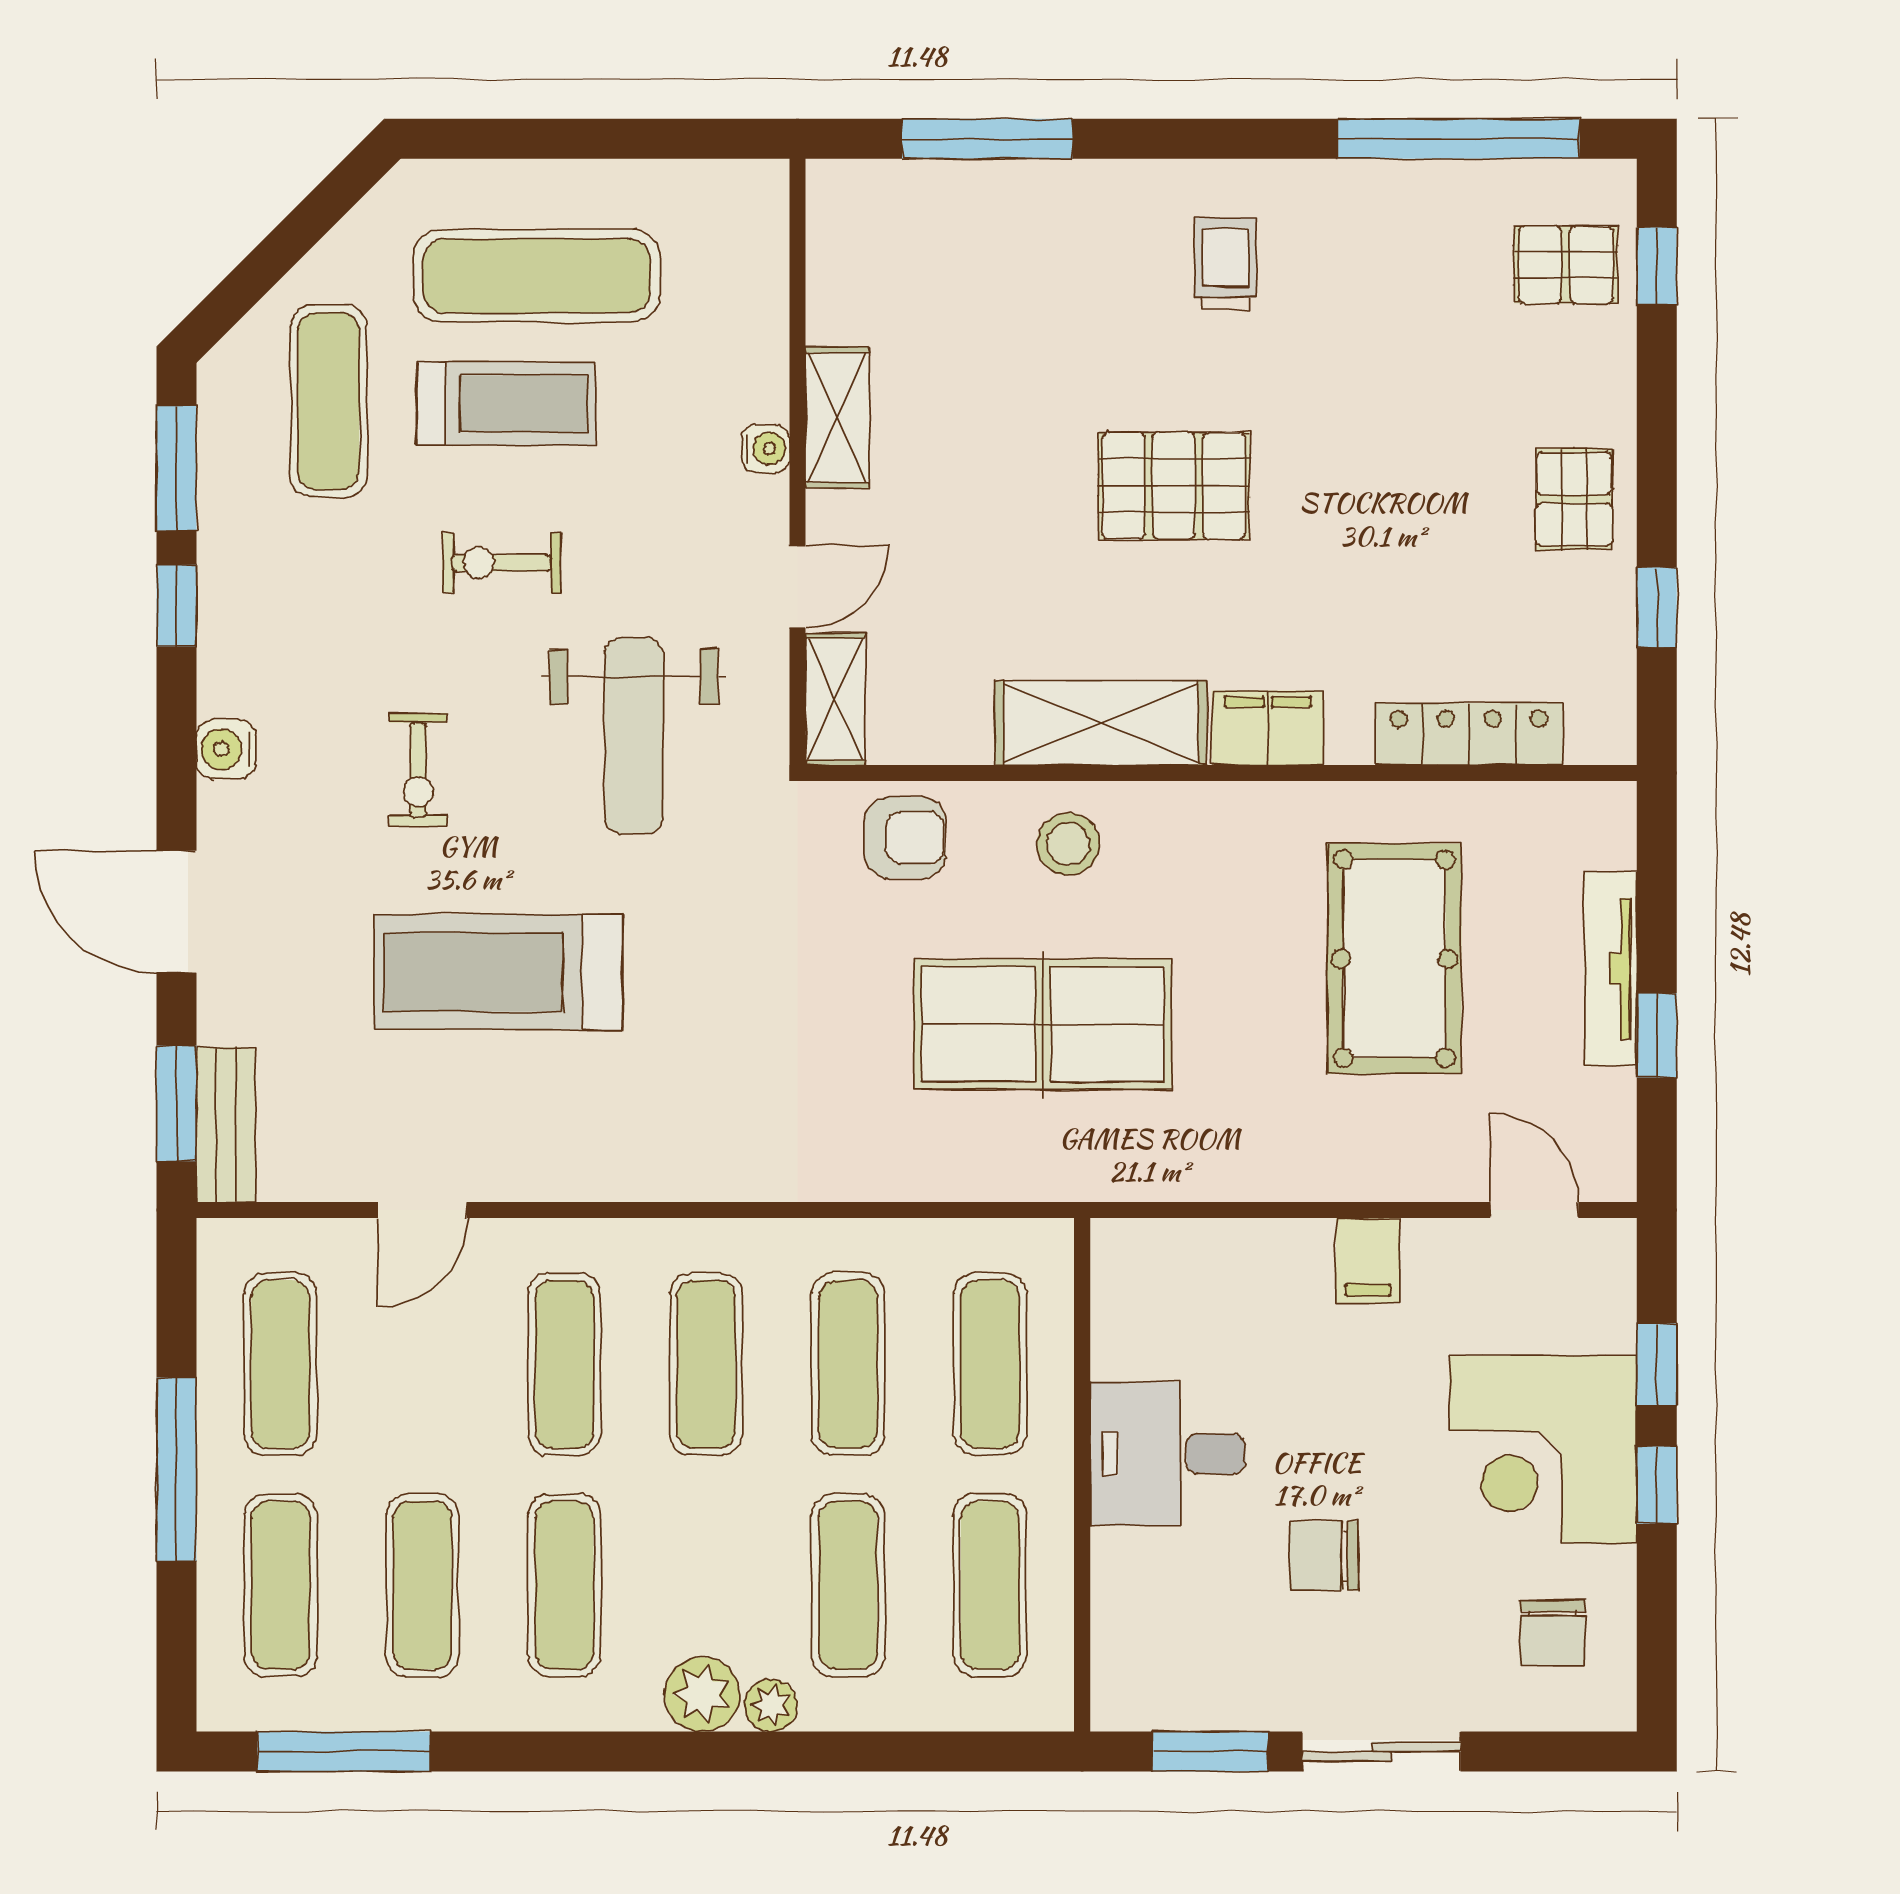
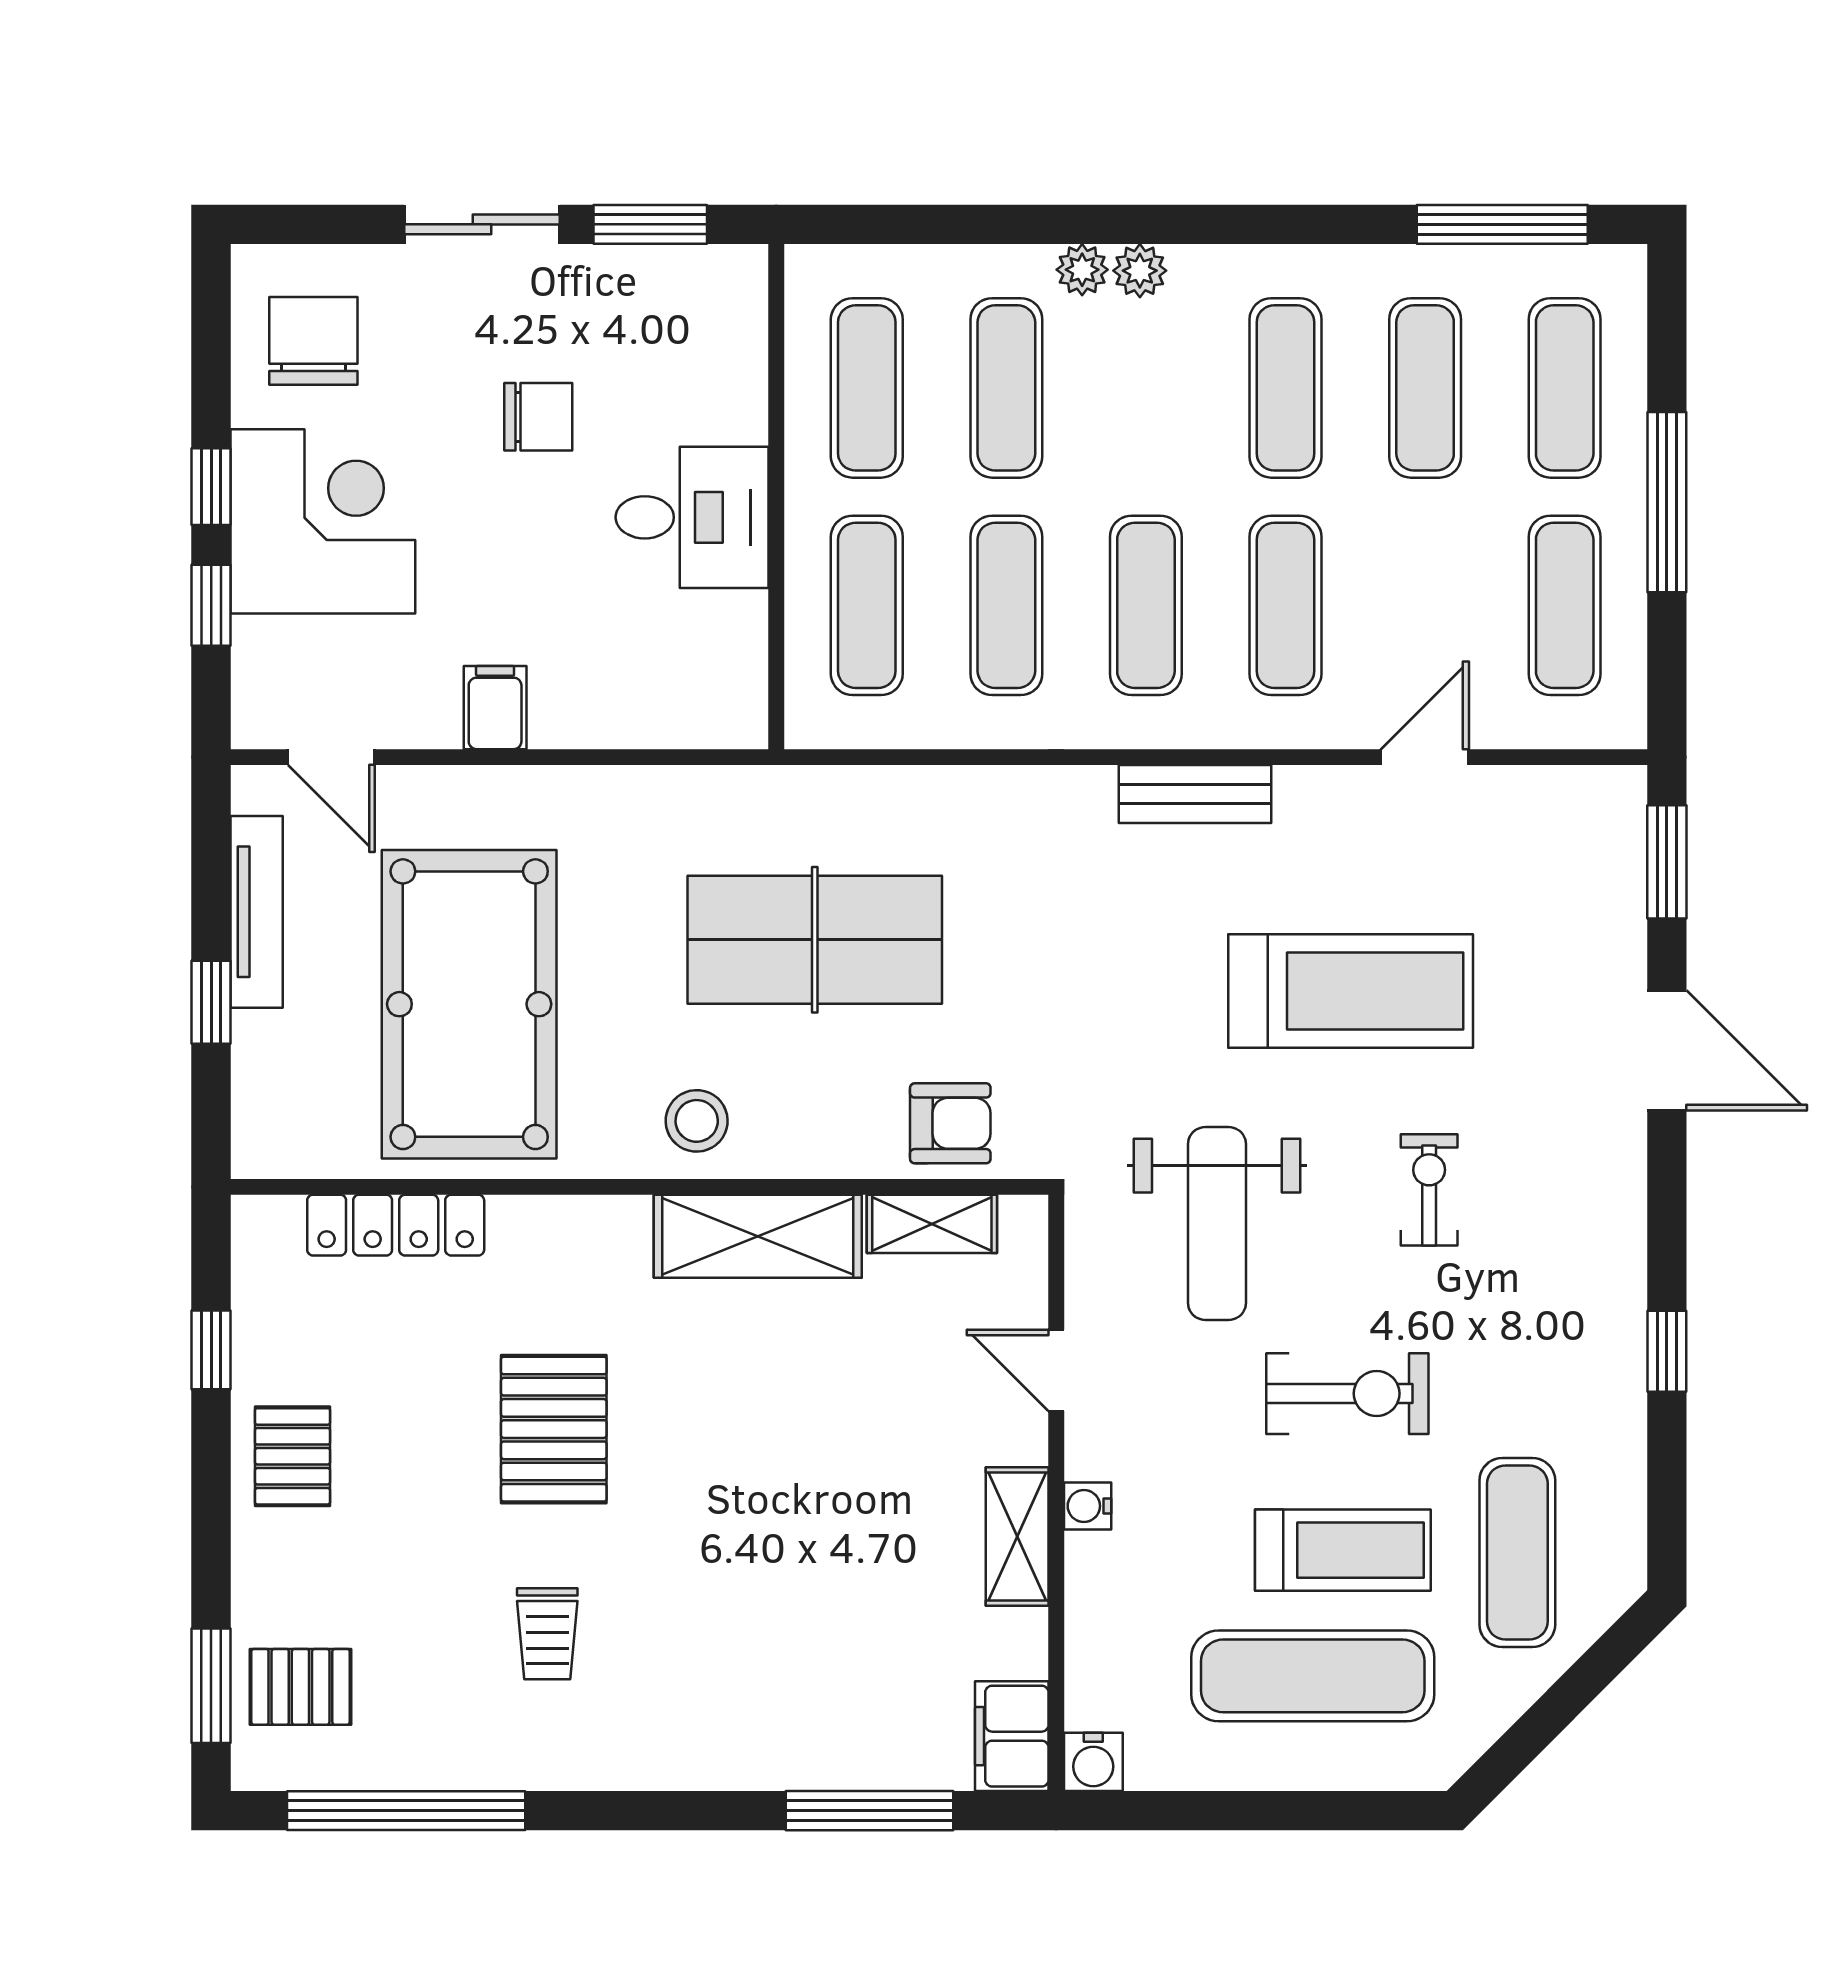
trolley: (1225, 264) -> (547, 1634), moved
window: (1657, 266) -> (211, 1686), width x1.50
treadmill: (506, 404) -> (1343, 1550), turned 180
window: (176, 468) -> (1667, 1487), removed
pallet: (1174, 486) -> (554, 1429), moved, turned 90
exercise bike: (501, 563) -> (1347, 1394), width x1.38, depth x1.39
door: (797, 587) -> (1056, 1370), hinge flipped
shelving: (835, 699) -> (932, 1224), moved, turned 90
filing cabinet: (1268, 728) -> (1012, 1736), moved, turned 90
weight bench: (634, 736) -> (1217, 1223), turned 180
water cooler: (226, 749) -> (1093, 1762), moved, turned 90
armchair: (905, 838) -> (950, 1123), turned 180
stool: (1068, 844) -> (697, 1121), moved
pool table: (1394, 959) -> (469, 1004), width x1.36, depth x1.32
tv unit: (1610, 969) -> (257, 912), moved
window: (1657, 1035) -> (211, 1002), moved
bench: (226, 1125) -> (1195, 794), moved, turned 90
chair: (1553, 1633) -> (313, 341), width x1.37, depth x1.37
plant: (702, 1694) -> (1140, 271), width x0.73, depth x0.73

